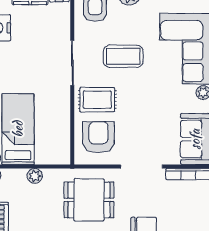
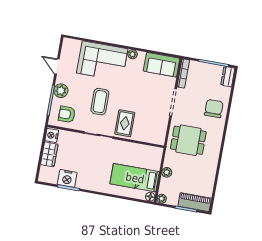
armchair: (98, 137) -> (149, 127), removed
dining table: (89, 200) -> (188, 140), turned 90

